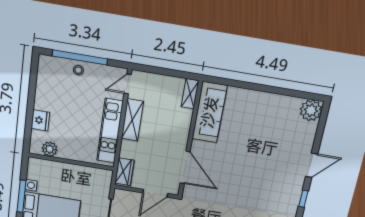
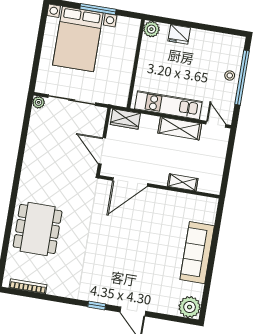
shelving: (190, 94) -> (183, 182), moved
sofa: (209, 112) -> (197, 253), moved, turned 90
plant: (50, 149) -> (151, 29), moved

